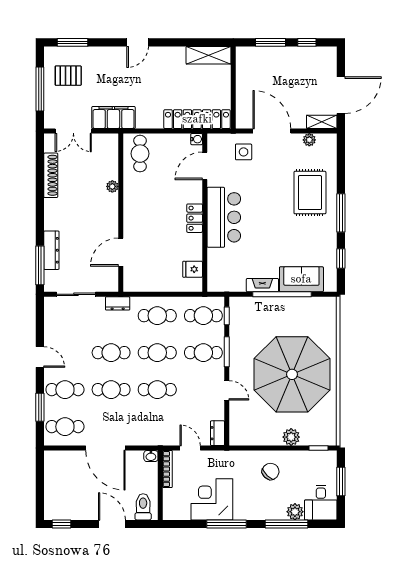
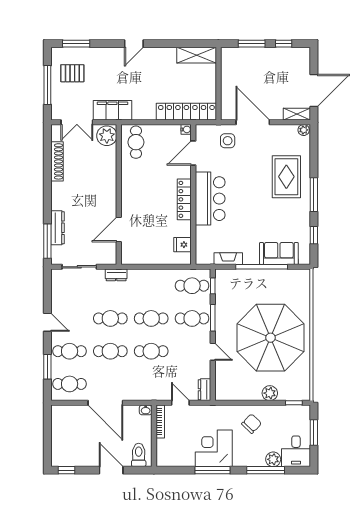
plant: (309, 140) -> (304, 130), moved
plant: (112, 186) -> (107, 136), moved, width x1.88, depth x1.88
locker: (195, 218) -> (184, 199), width x1.53
fireplace: (262, 285) -> (228, 259), moved
cafe table: (157, 316) -> (151, 286), removed
corner desk: (212, 499) -> (214, 448), moved

